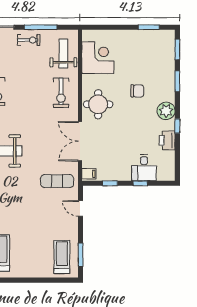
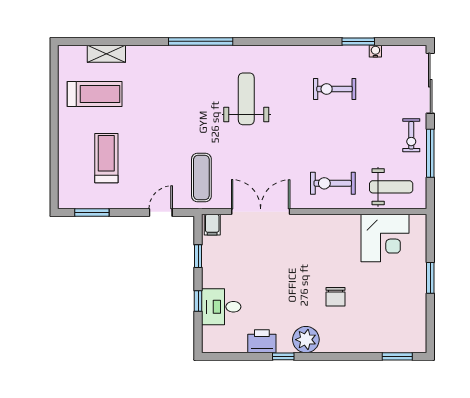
window: (149, 27) -> (430, 278), moved
window: (177, 81) -> (350, 356), removed
round table: (98, 104) -> (316, 239), removed
treadmill: (62, 257) -> (106, 158), moved, turned -90

